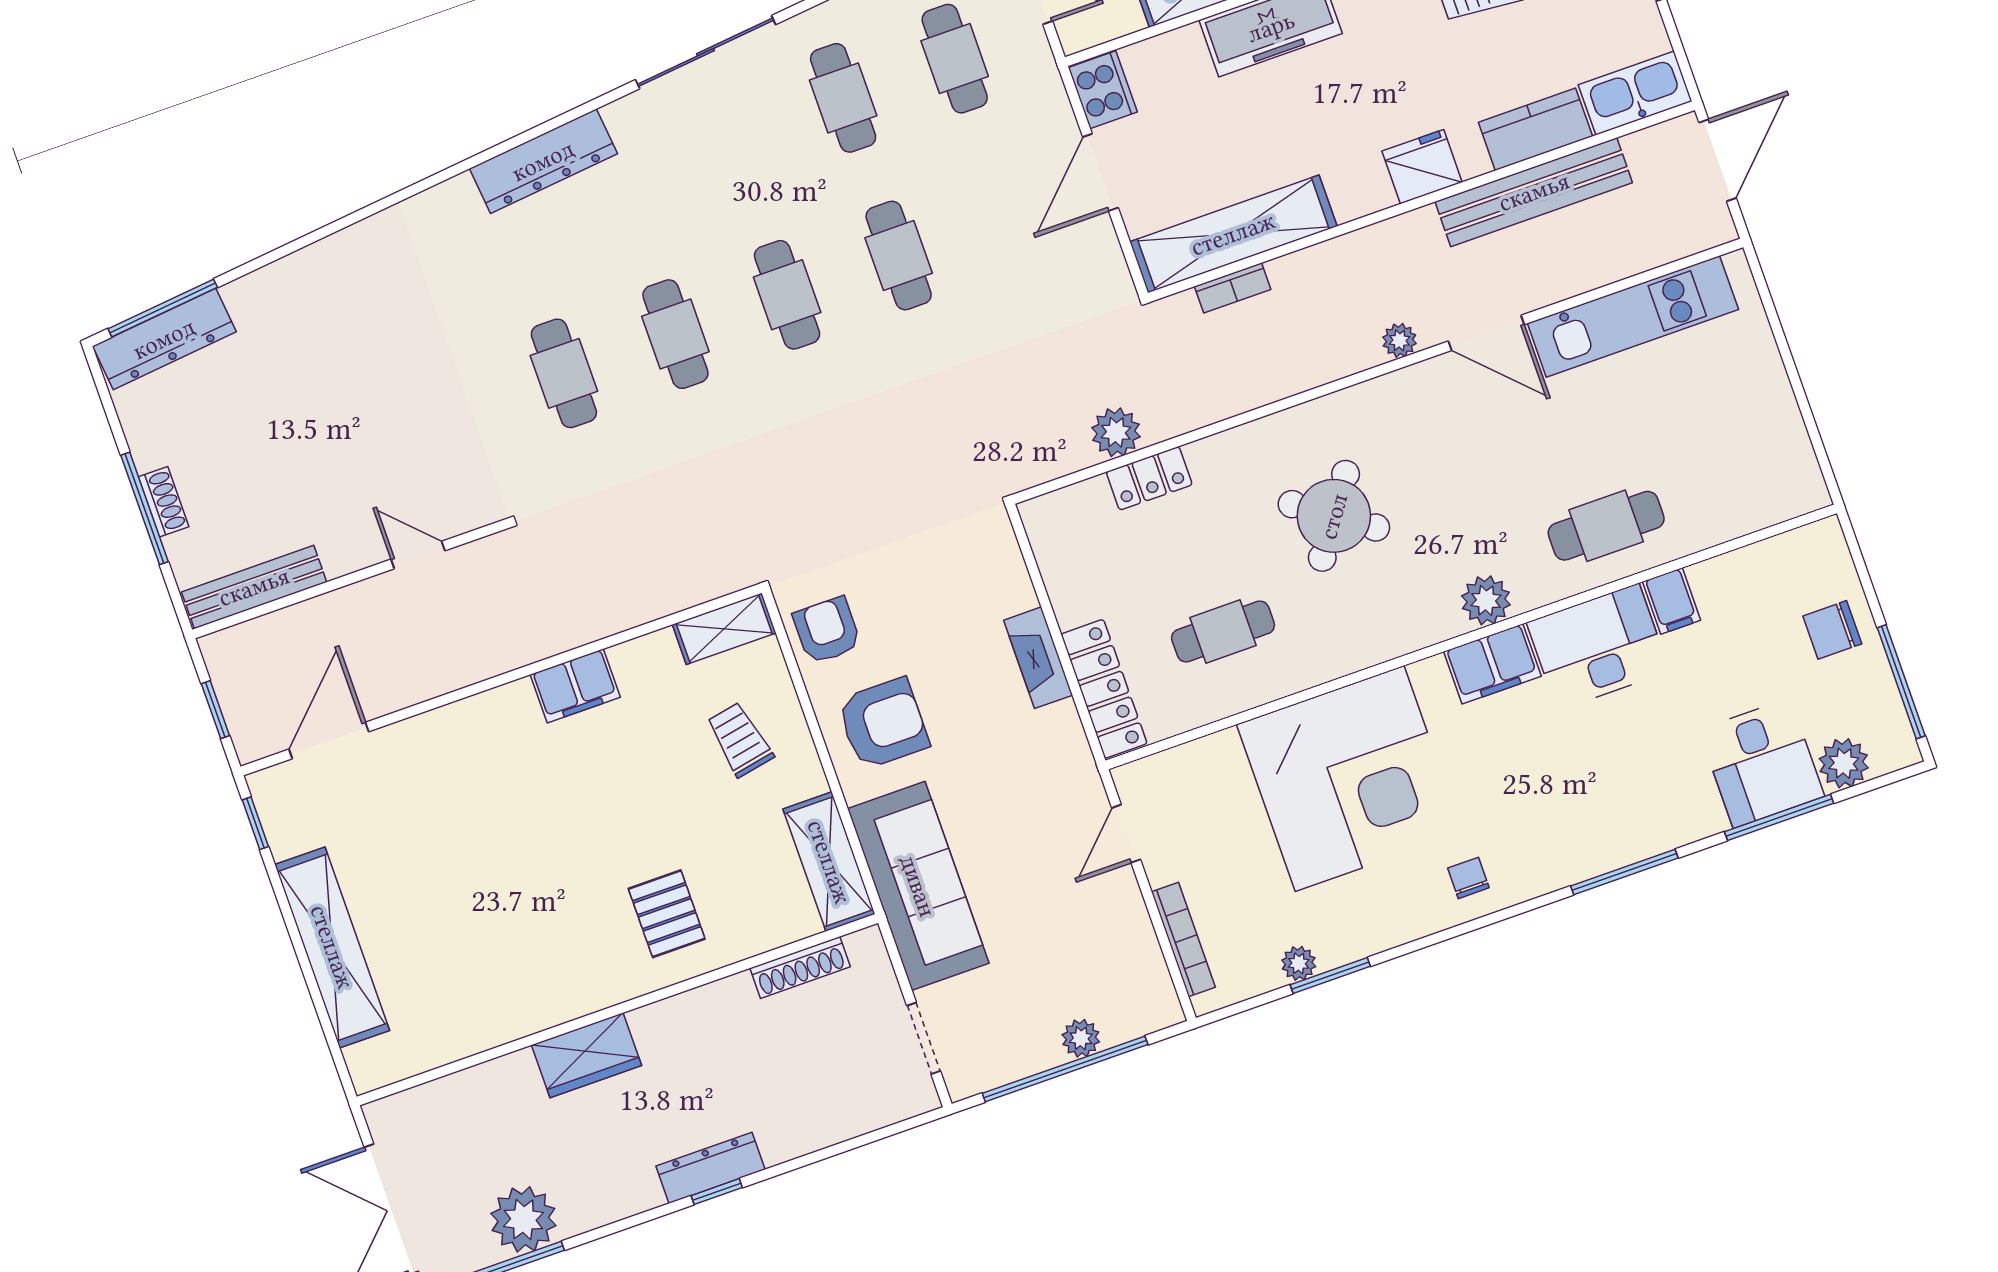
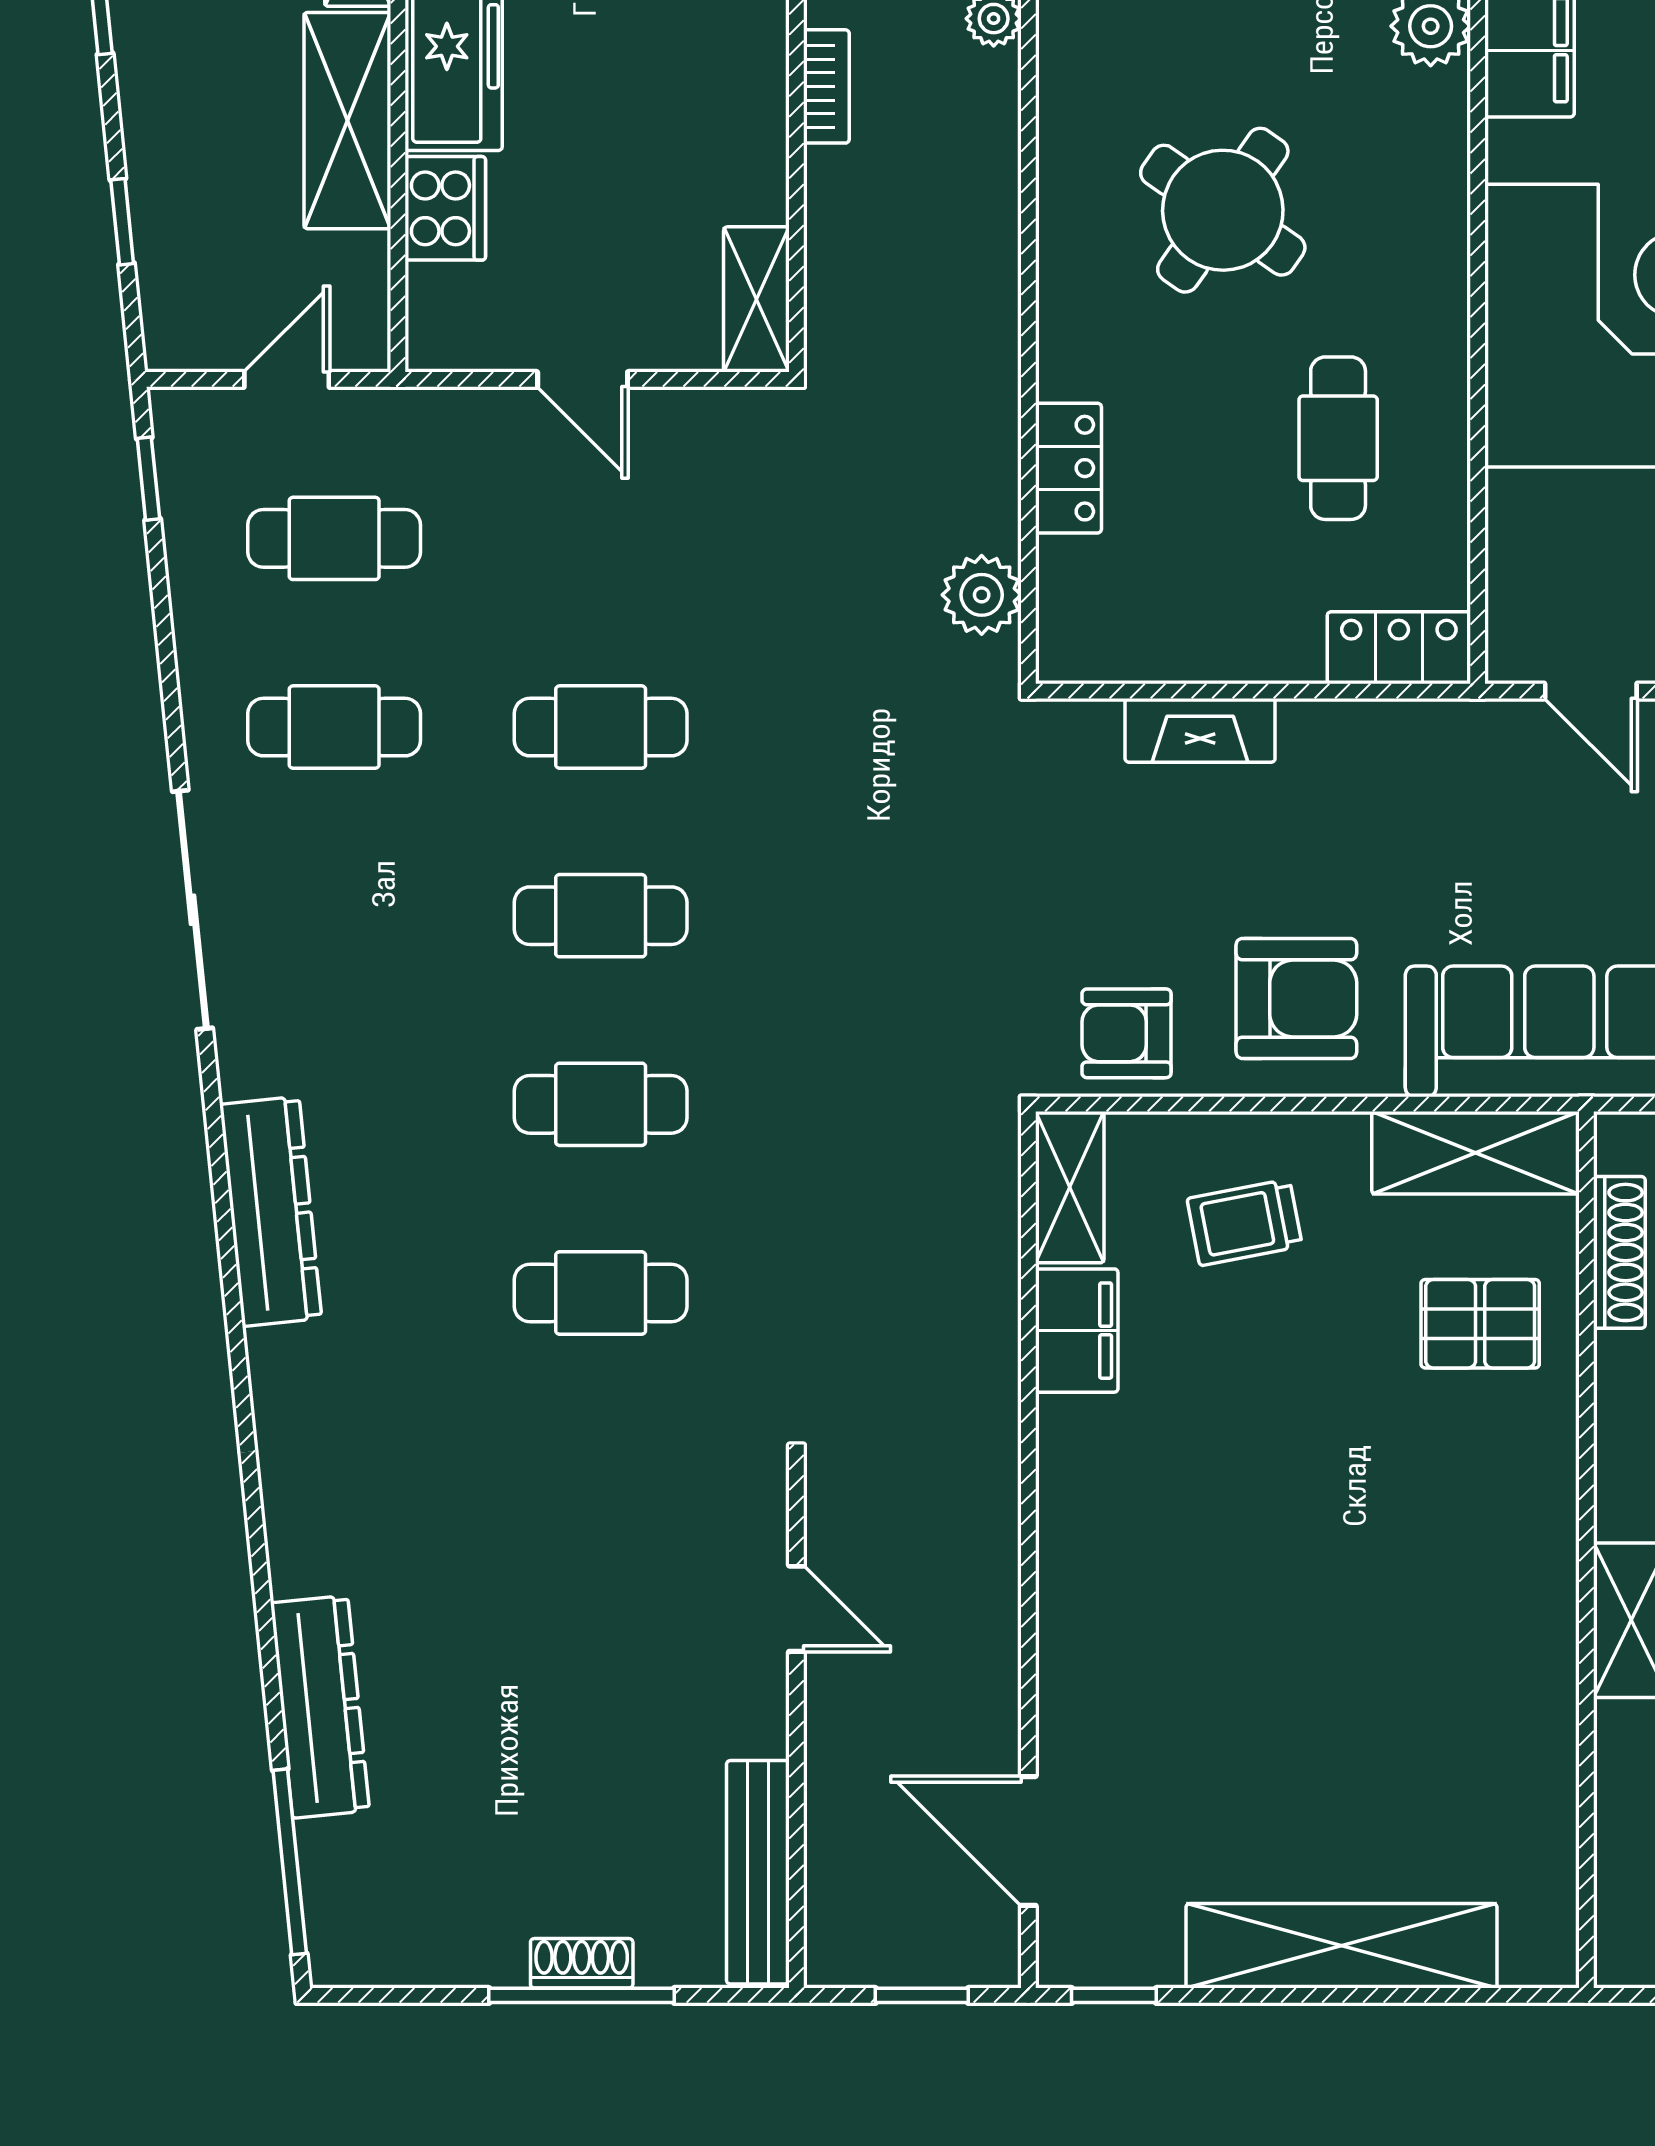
cooker: (1103, 90) -> (445, 208), moved, turned 90
door: (1100, 172) -> (583, 379), width x0.73
shelving: (1233, 234) -> (756, 299), width x0.45, depth x0.75
bookcase: (1233, 288) -> (826, 86), moved
dresser: (164, 339) -> (320, 1707), moved
plant: (1116, 432) -> (982, 595), moved
door: (418, 555) -> (796, 1609), swing flipped
fireplace: (1038, 658) -> (1200, 730), moved
filing cabinet: (575, 686) -> (1077, 1331), moved
locker: (1104, 689) -> (1399, 648), width x0.66
armchair: (883, 724) -> (1296, 998), turned 90
pallet: (667, 914) -> (1480, 1324), moved

